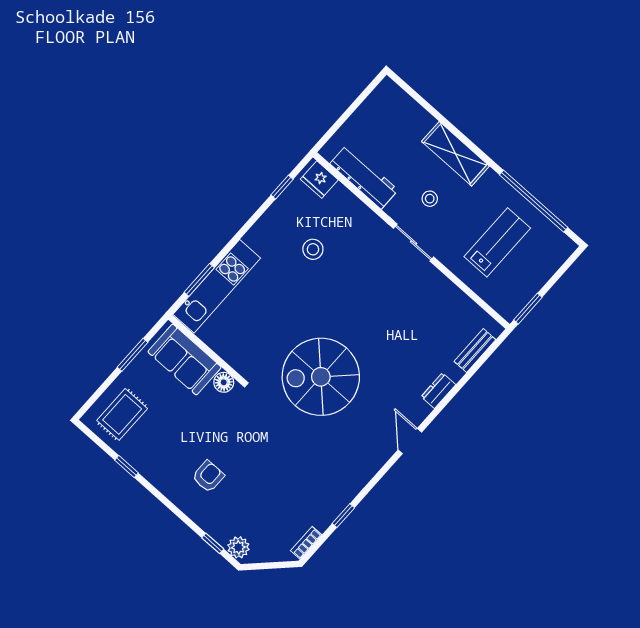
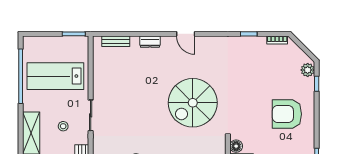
lab bench: (497, 242) -> (55, 76), width x1.36, depth x1.39
spiral stairs: (321, 377) -> (193, 103), turned 90
door: (410, 441) -> (186, 34), hinge flipped
armchair: (208, 476) -> (287, 114), width x1.88, depth x1.88

